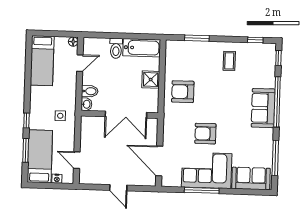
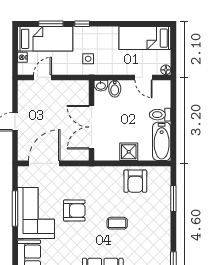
coffee table: (229, 61) -> (117, 223), moved
armchair: (183, 92) -> (135, 181), moved, turned 180
armchair: (205, 134) -> (74, 211), turned 90

